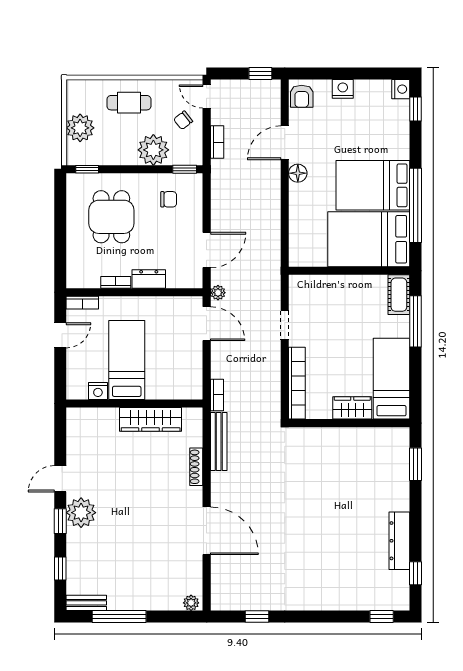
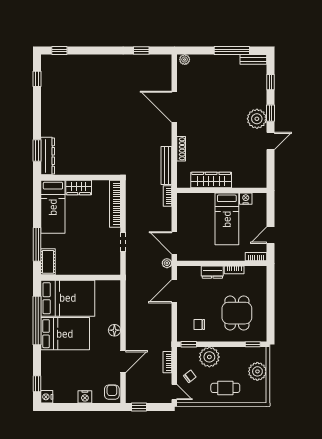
floor lamp: (298, 173) -> (114, 330), moved
dresser: (399, 541) -> (48, 156), moved

